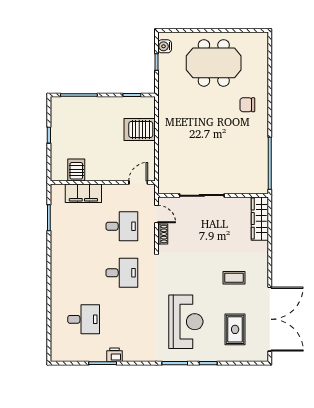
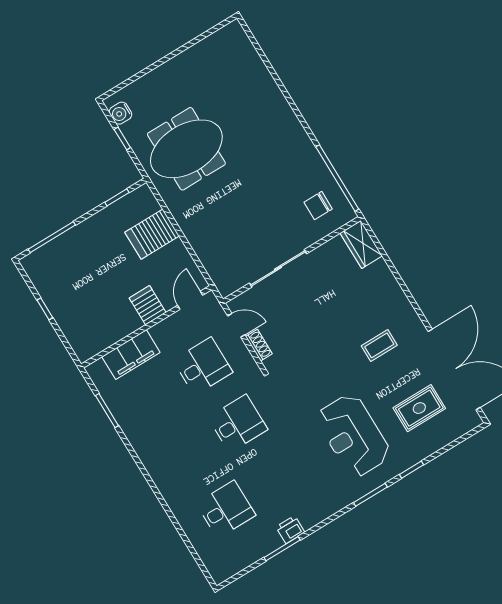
meeting table: (214, 63) -> (186, 149), moved
chair: (247, 105) -> (318, 206), moved
server rack: (76, 170) -> (148, 305), moved
wardrobe: (260, 219) -> (361, 244), width x0.67
reception desk: (186, 322) -> (353, 435), turned 180
rug: (235, 329) -> (419, 408), turned 90

